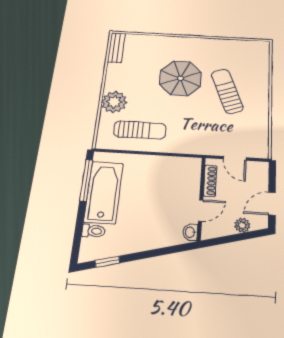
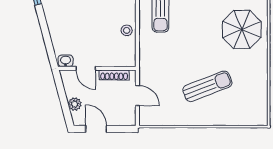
parasol: (180, 78) -> (242, 29), moved
door: (235, 158) -> (137, 96), swing flipped
stool: (160, 165) -> (127, 30), added

